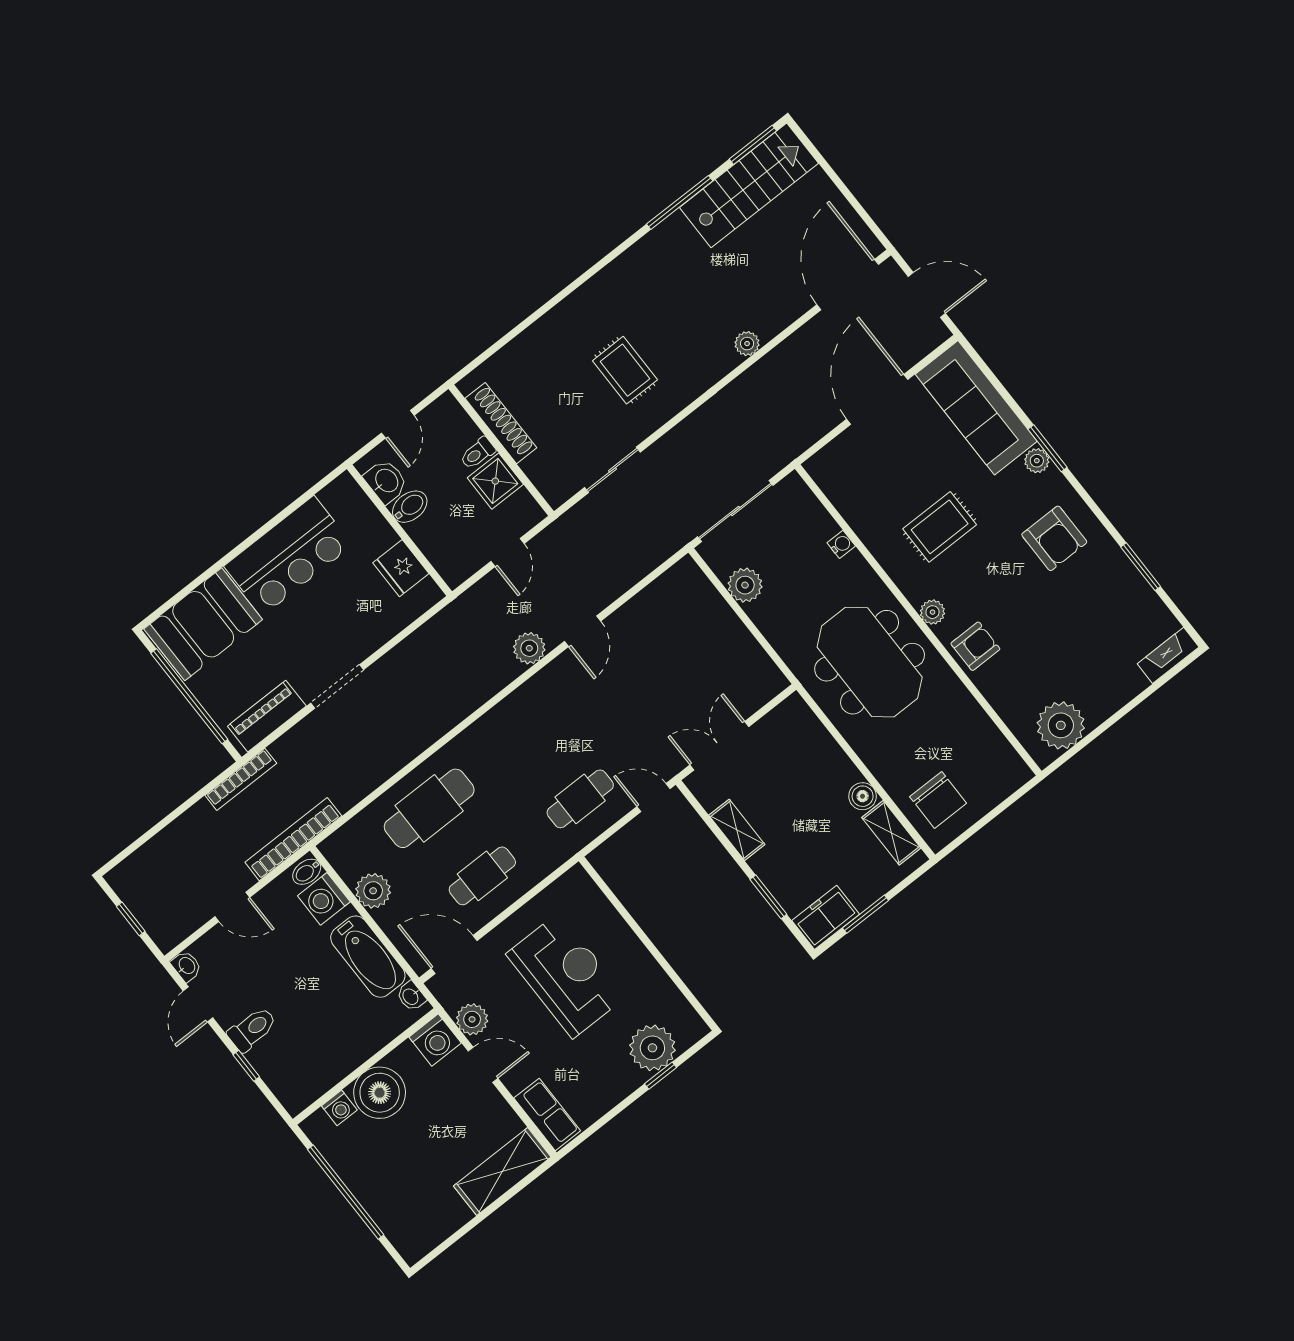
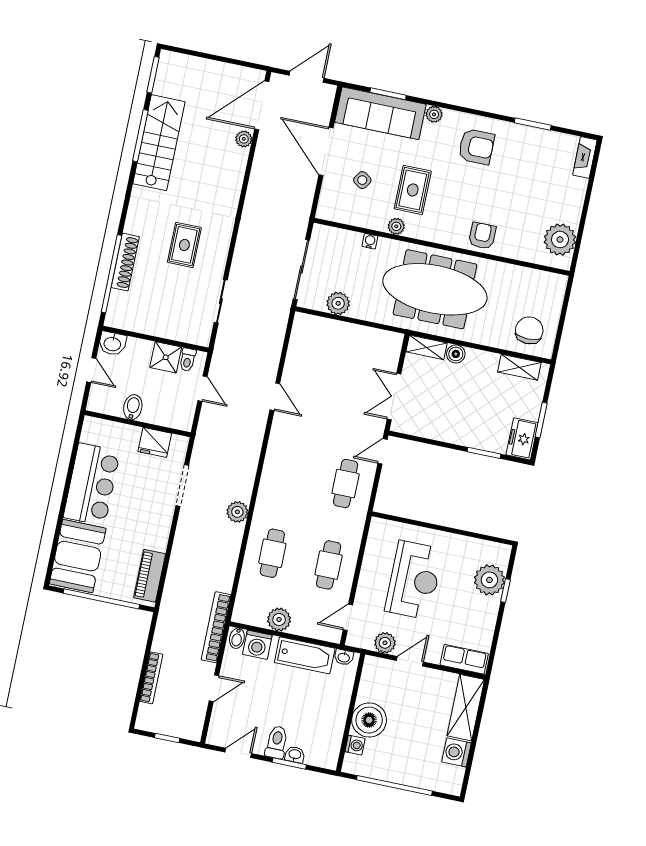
stairs: (749, 185) -> (159, 143), moved
door: (848, 285) -> (262, 105), hinge flipped
window: (514, 333) -> (111, 274), added
plant: (747, 344) -> (244, 139), moved
rug: (625, 370) -> (184, 245), turned 90
shoe rack: (501, 423) -> (125, 262), moved, turned 90
window: (1047, 448) -> (388, 94), moved
toilet: (478, 453) -> (188, 360), moved
side table: (891, 467) -> (362, 180), added
washbasin: (386, 481) -> (112, 344), moved, turned 180
plant: (932, 612) -> (396, 226), moved
plant: (529, 648) -> (237, 512), moved
meeting table: (870, 662) -> (435, 289), width x1.36
doorway: (337, 686) -> (182, 485), moved
bookcase: (241, 779) -> (151, 678), moved
boiler: (863, 796) -> (456, 354), moved
chair: (938, 800) -> (529, 330), turned -90
cafe table: (429, 808) -> (272, 553), width x0.73, depth x0.74
shelving: (737, 830) -> (426, 347), moved
door: (454, 955) -> (348, 617), width x0.73
washbasin: (186, 966) -> (295, 755), moved
reception desk: (566, 975) -> (414, 580), turned 90
door: (198, 1004) -> (238, 753), swing flipped
washing machine: (435, 1040) -> (456, 752), moved, turned 180
window: (246, 1066) -> (289, 763), width x1.50

